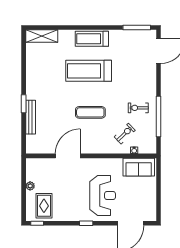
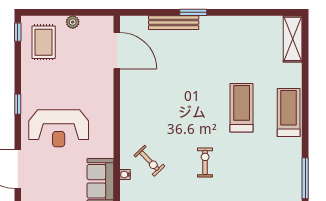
treadmill: (89, 71) -> (242, 108), width x0.73, depth x0.73
exercise bike: (138, 108) -> (205, 162), moved
exercise mat: (90, 112) -> (181, 110), removed
door: (68, 156) -> (117, 51), moved
rug: (44, 206) -> (44, 42), turned 90

